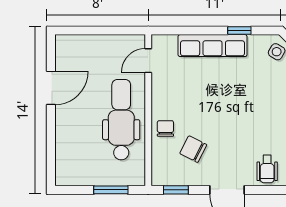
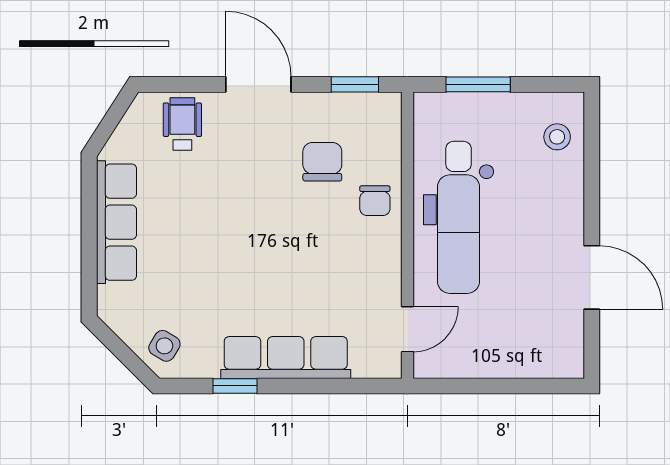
door: (51, 88) -> (592, 277), swing flipped
chair: (193, 149) -> (322, 162), turned -117
stool: (69, 162) -> (557, 137), added

